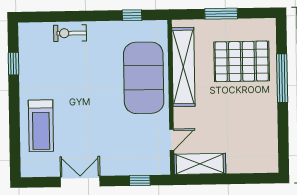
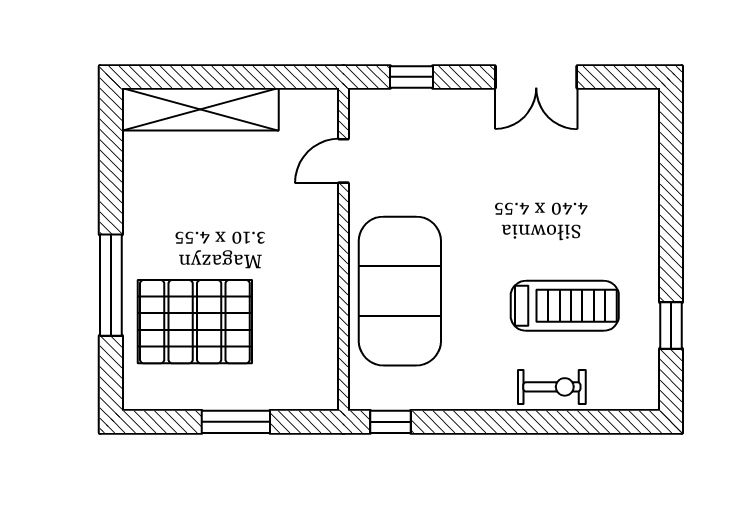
window: (132, 15) -> (391, 422), moved
shelving: (183, 67) -> (317, 312), removed
treadmill: (41, 126) -> (565, 306), moved, turned 90
shelving: (200, 164) -> (200, 109), moved, width x1.47

